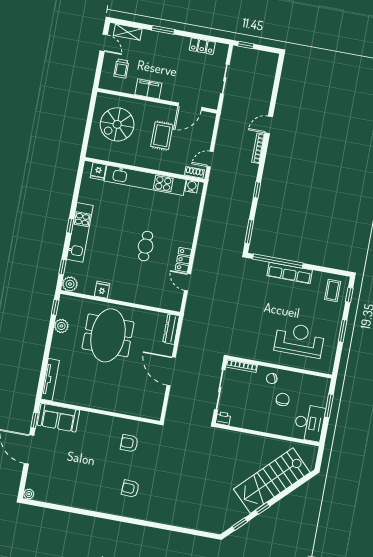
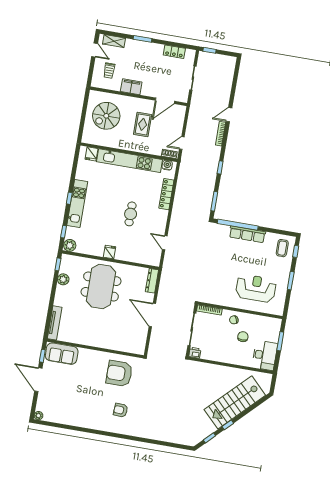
locker: (183, 260) -> (166, 194), moved, width x1.53
fridge: (102, 290) -> (110, 252), moved
armchair: (129, 443) -> (119, 373), width x1.88, depth x1.88

